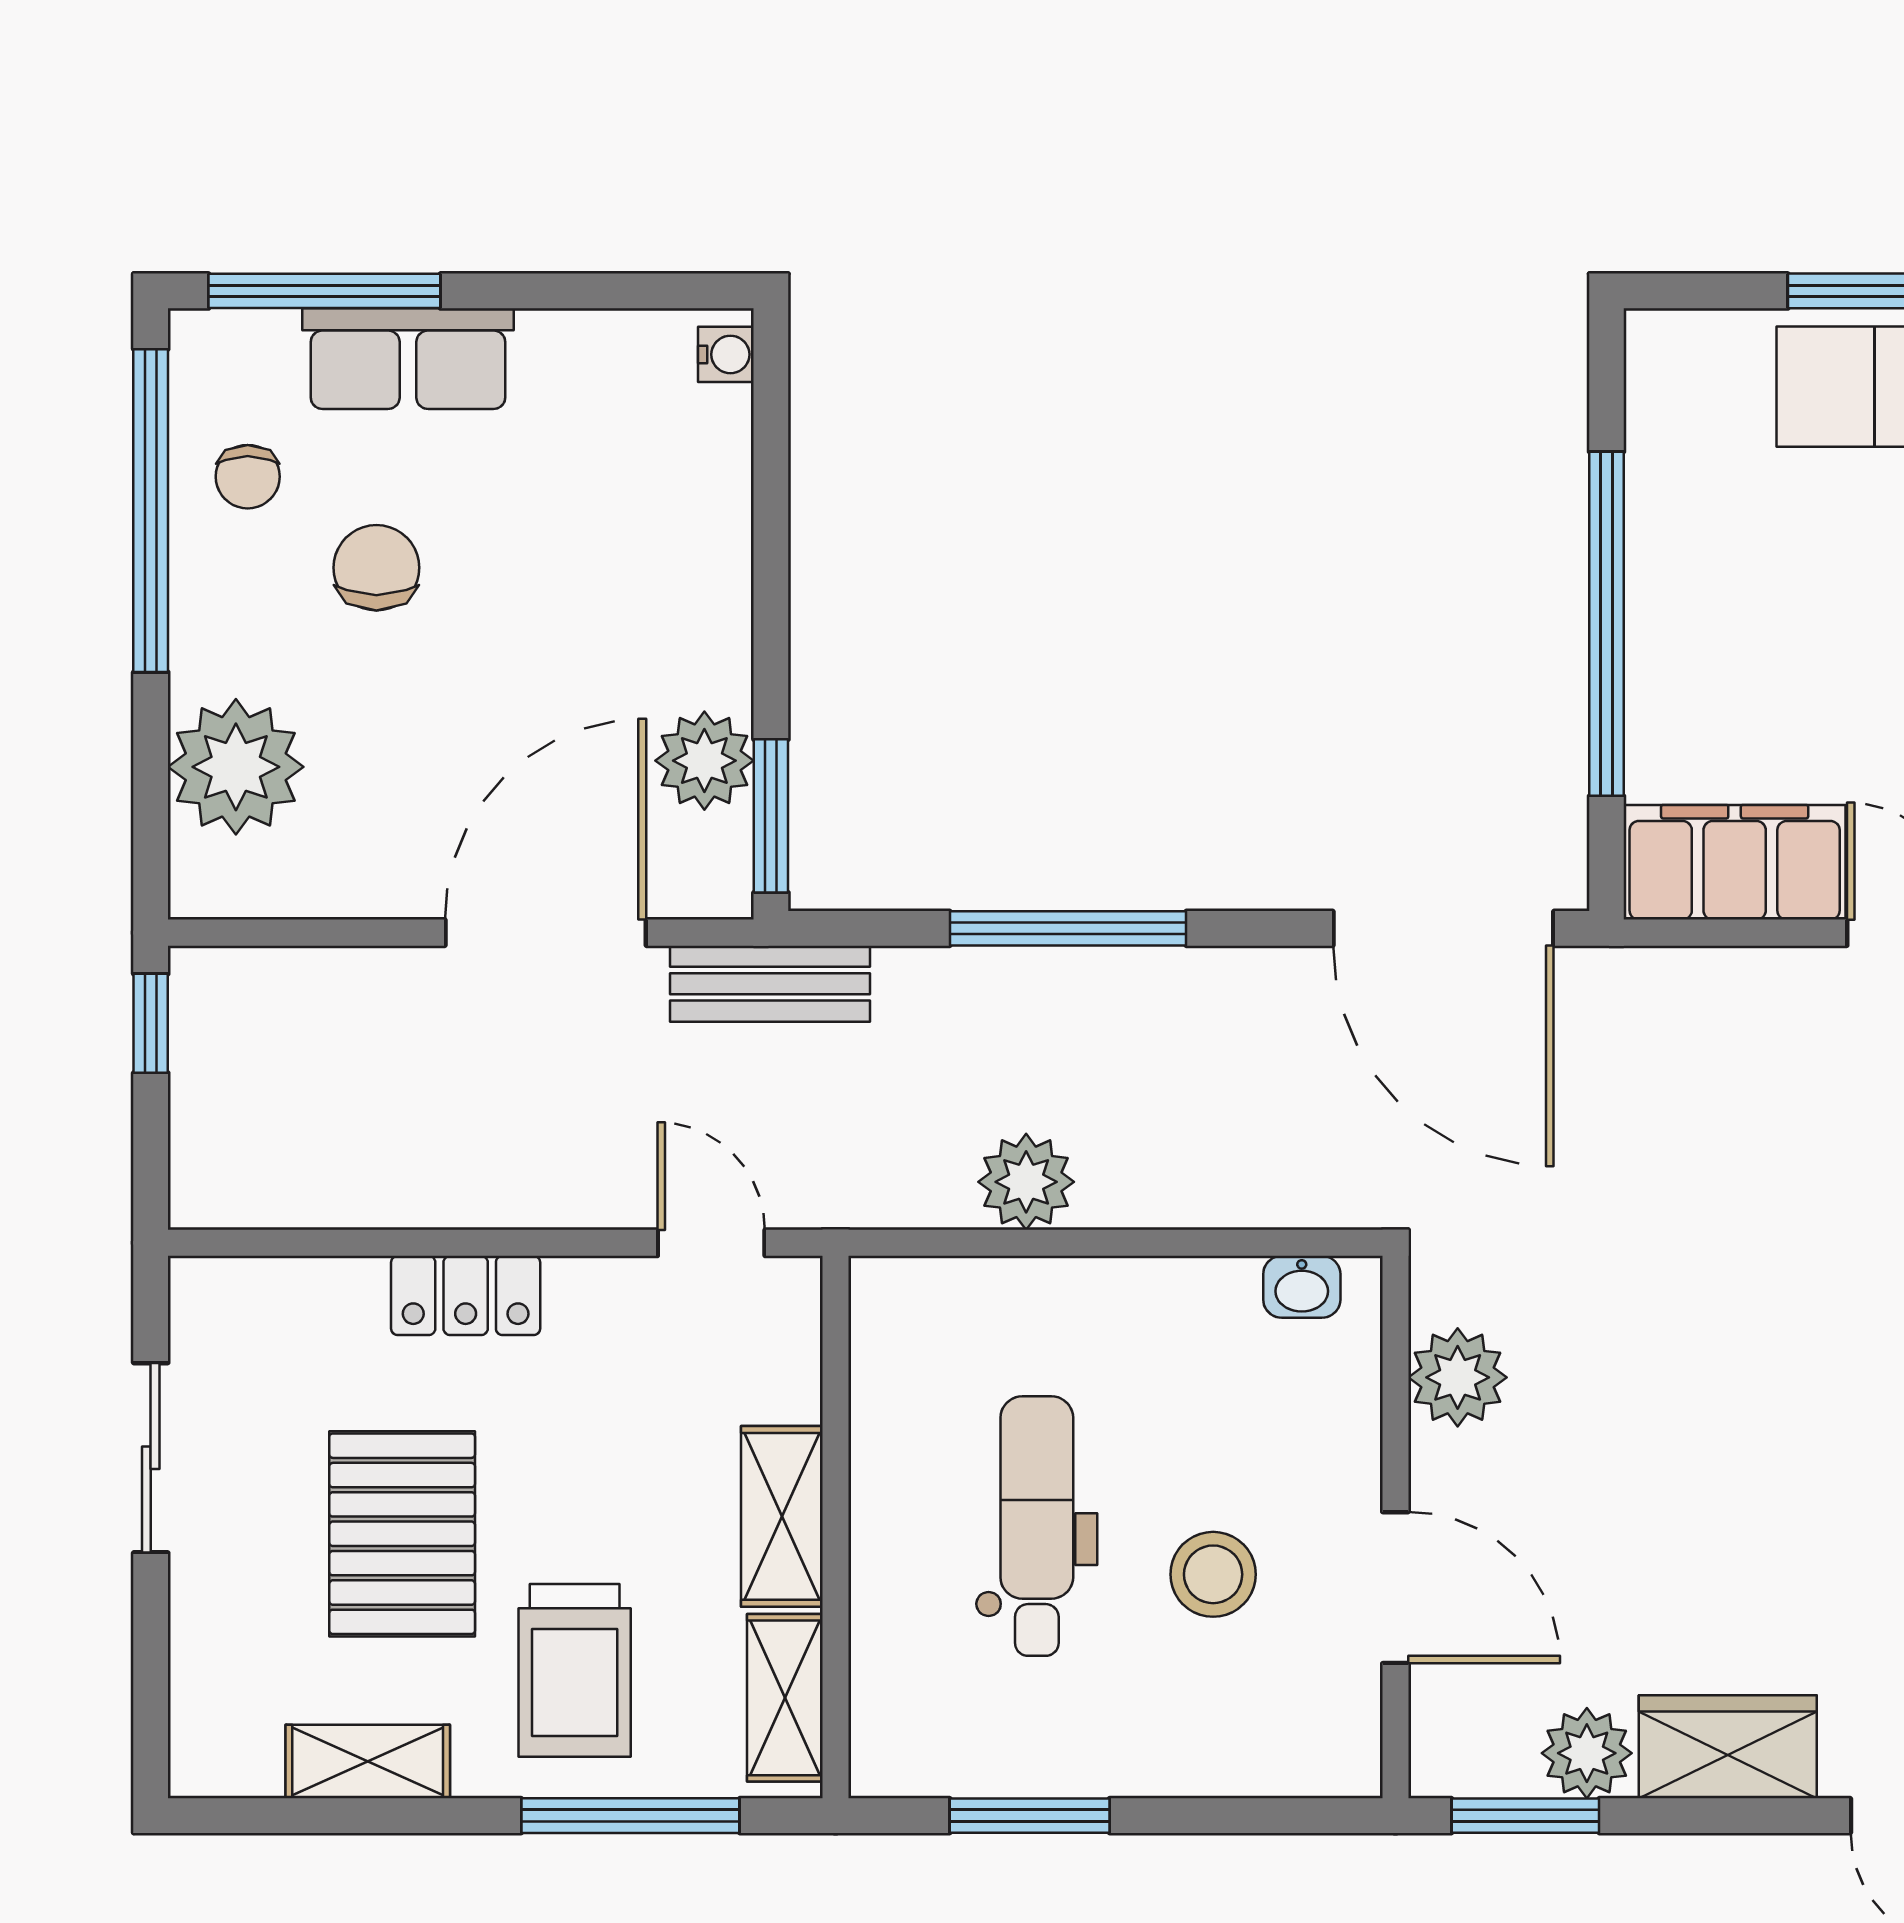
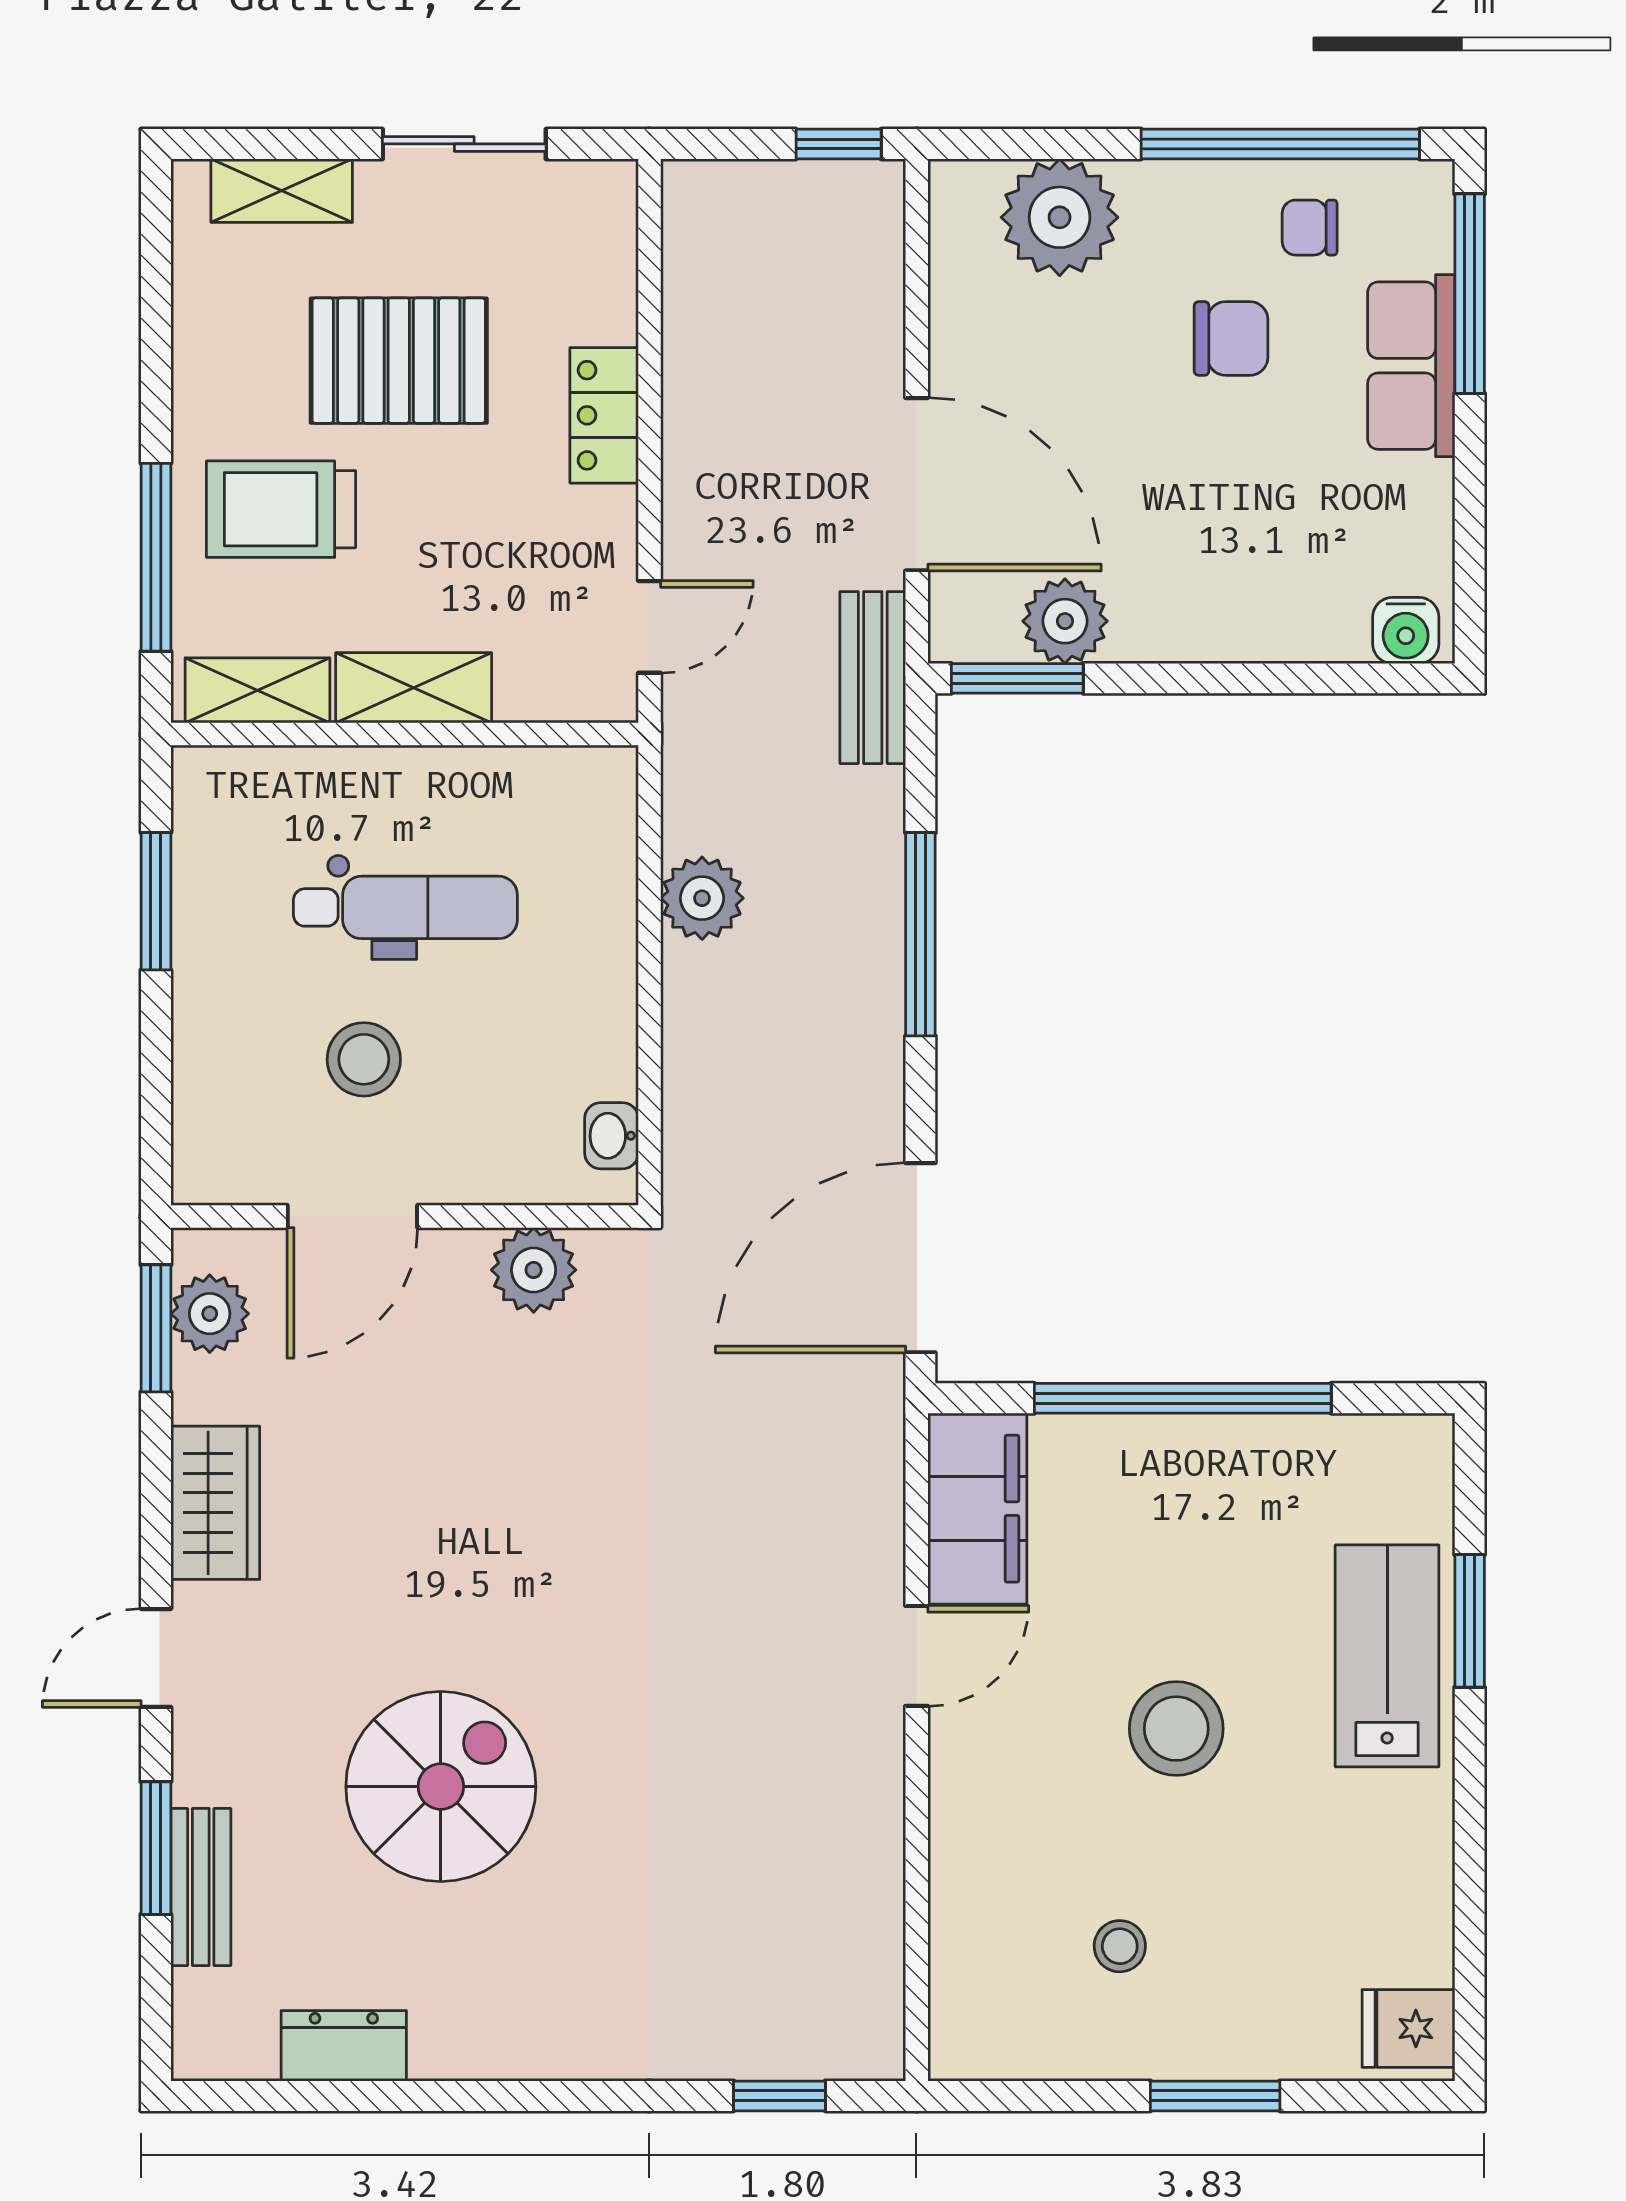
water cooler: (726, 354) -> (1406, 630), width x1.38, depth x1.38
plant: (1587, 1753) -> (210, 1314), moved
shelving: (368, 1761) -> (282, 191), moved, turned 90

